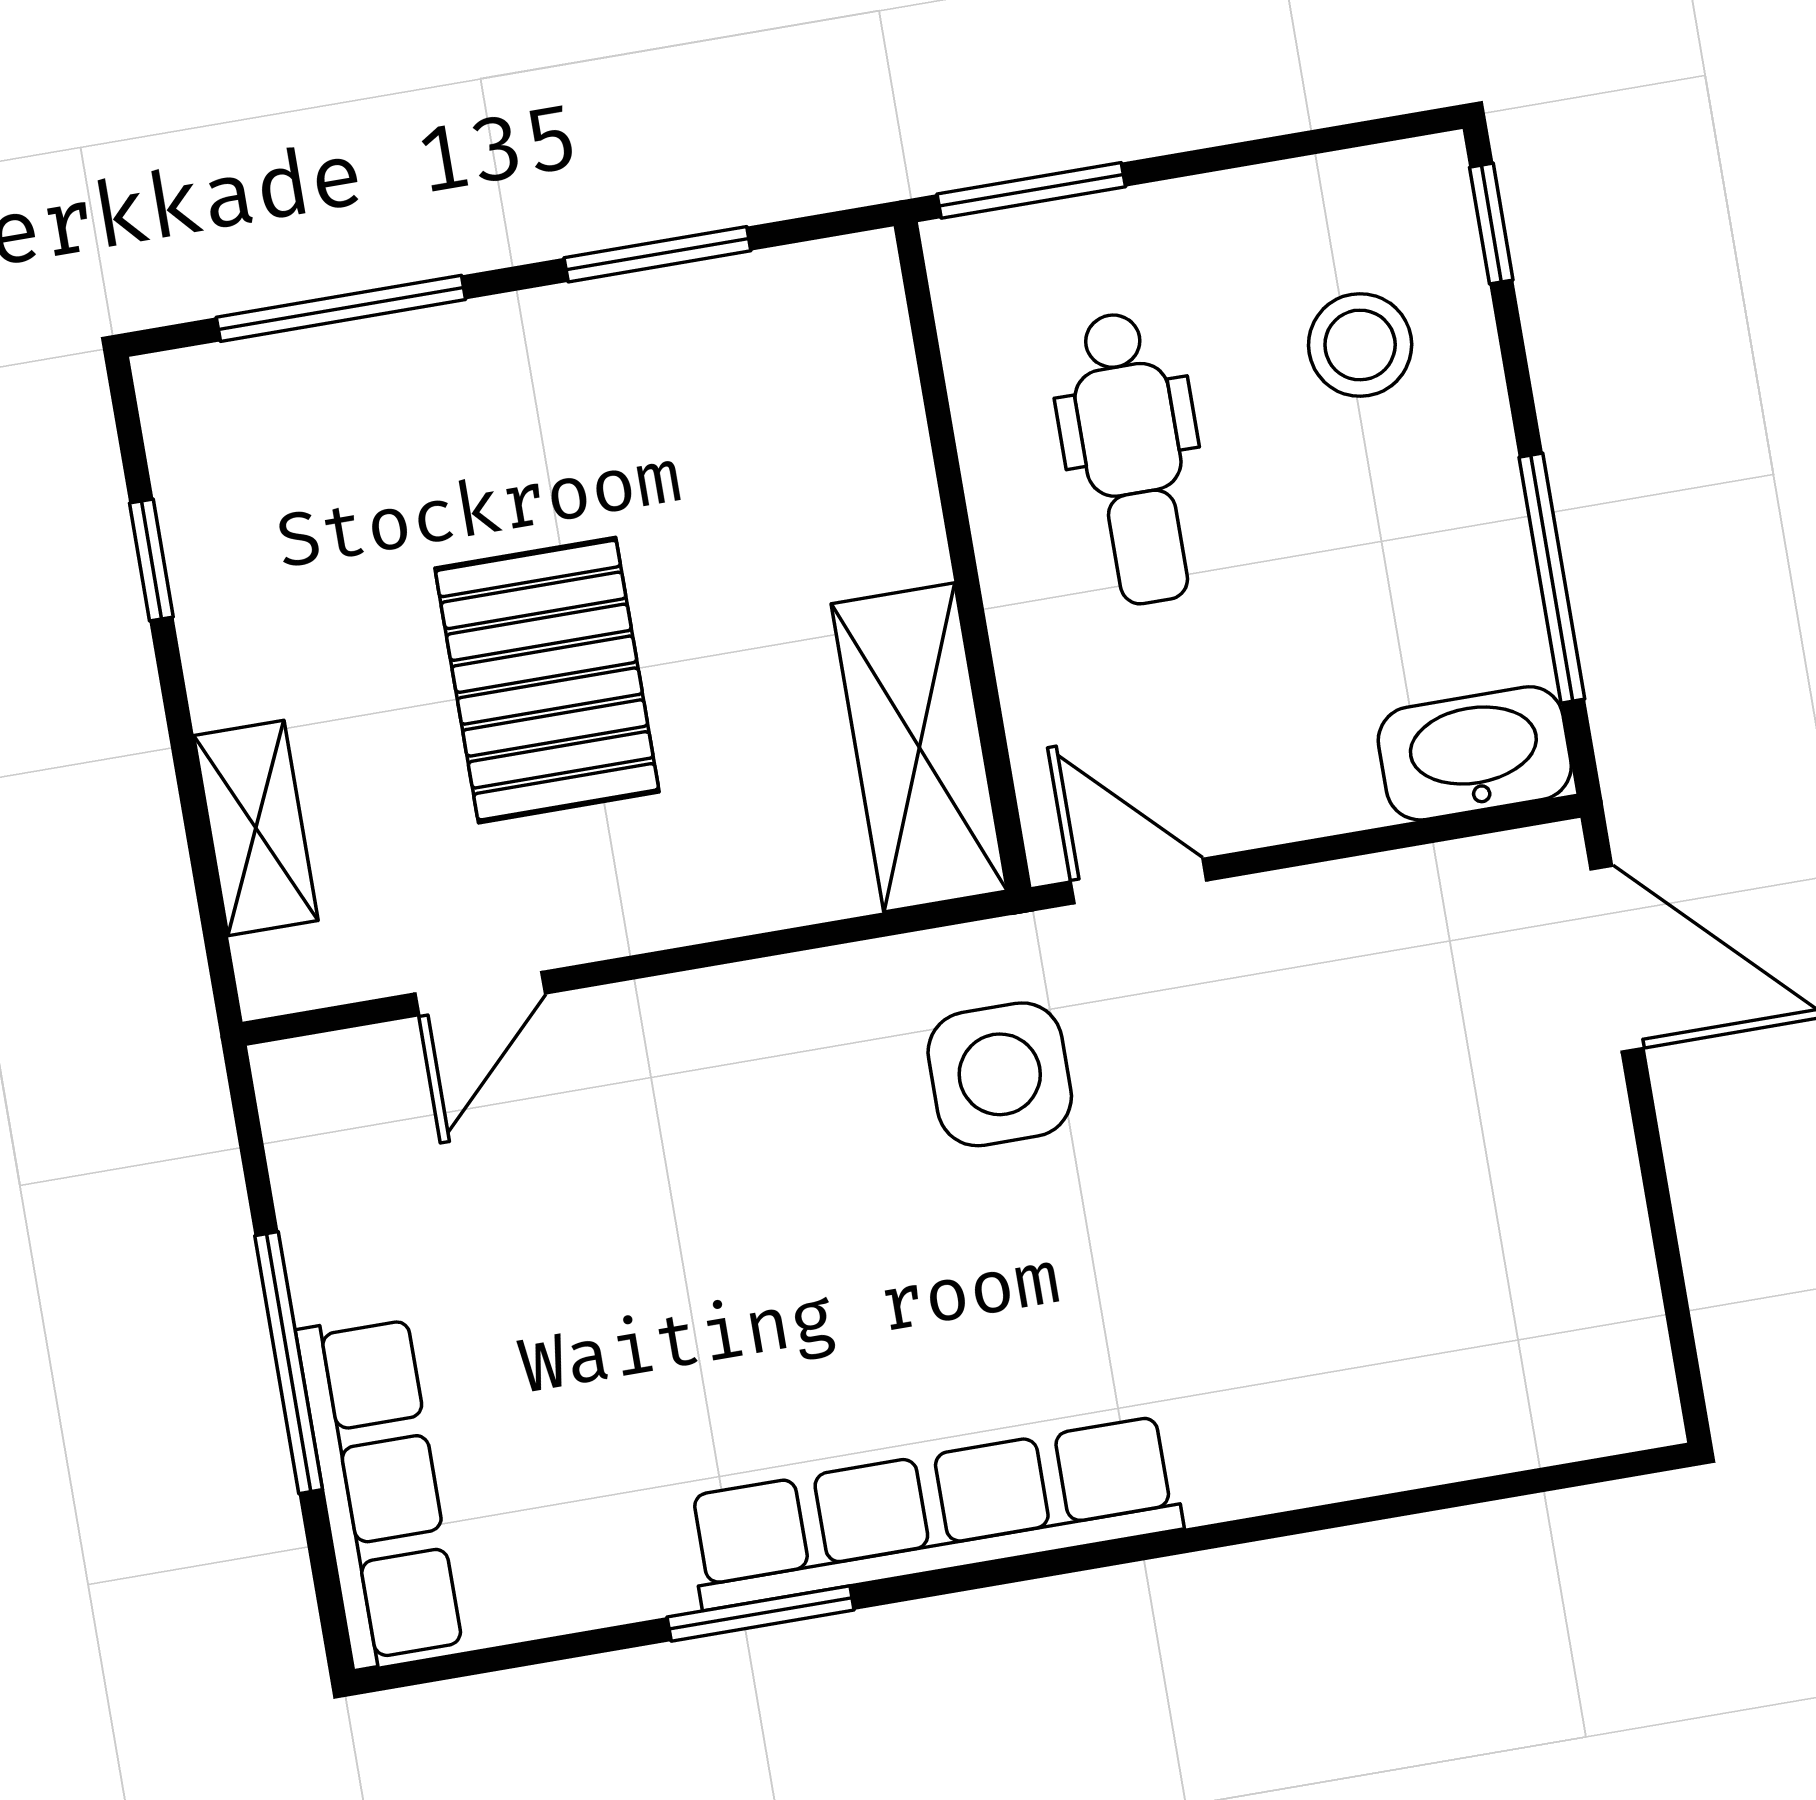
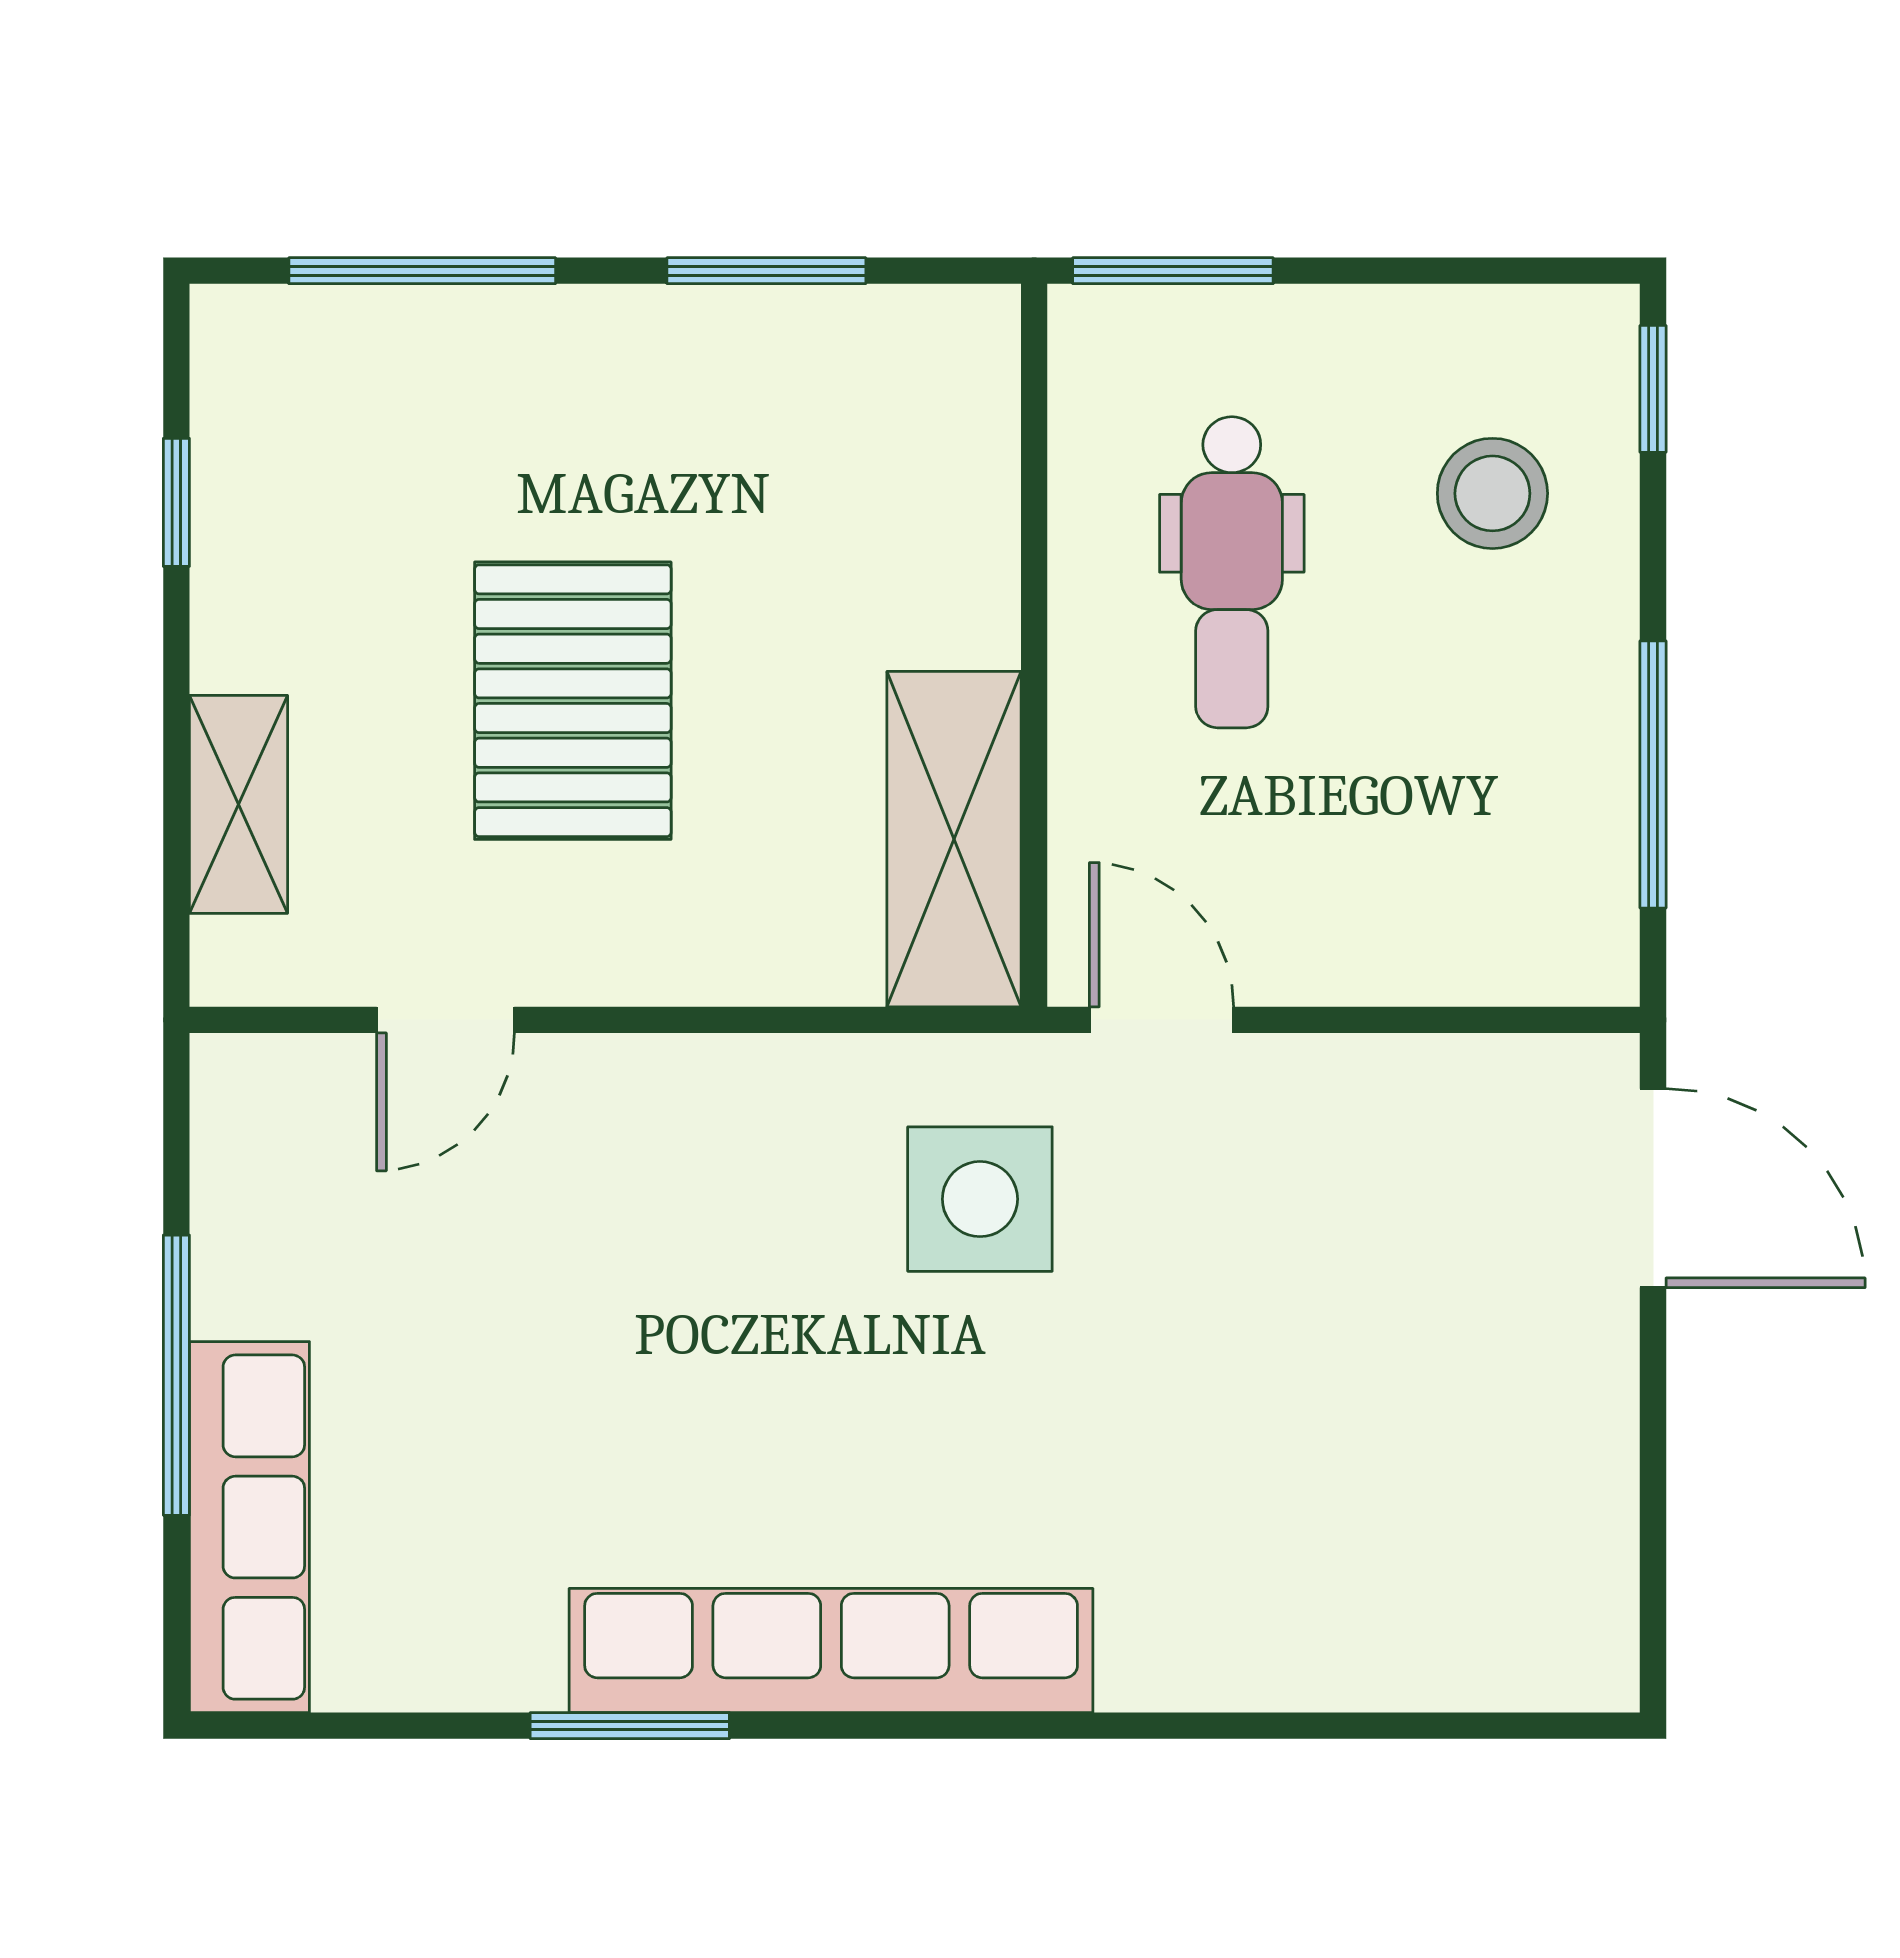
washbasin: (1475, 753) -> (1540, 946), removed

